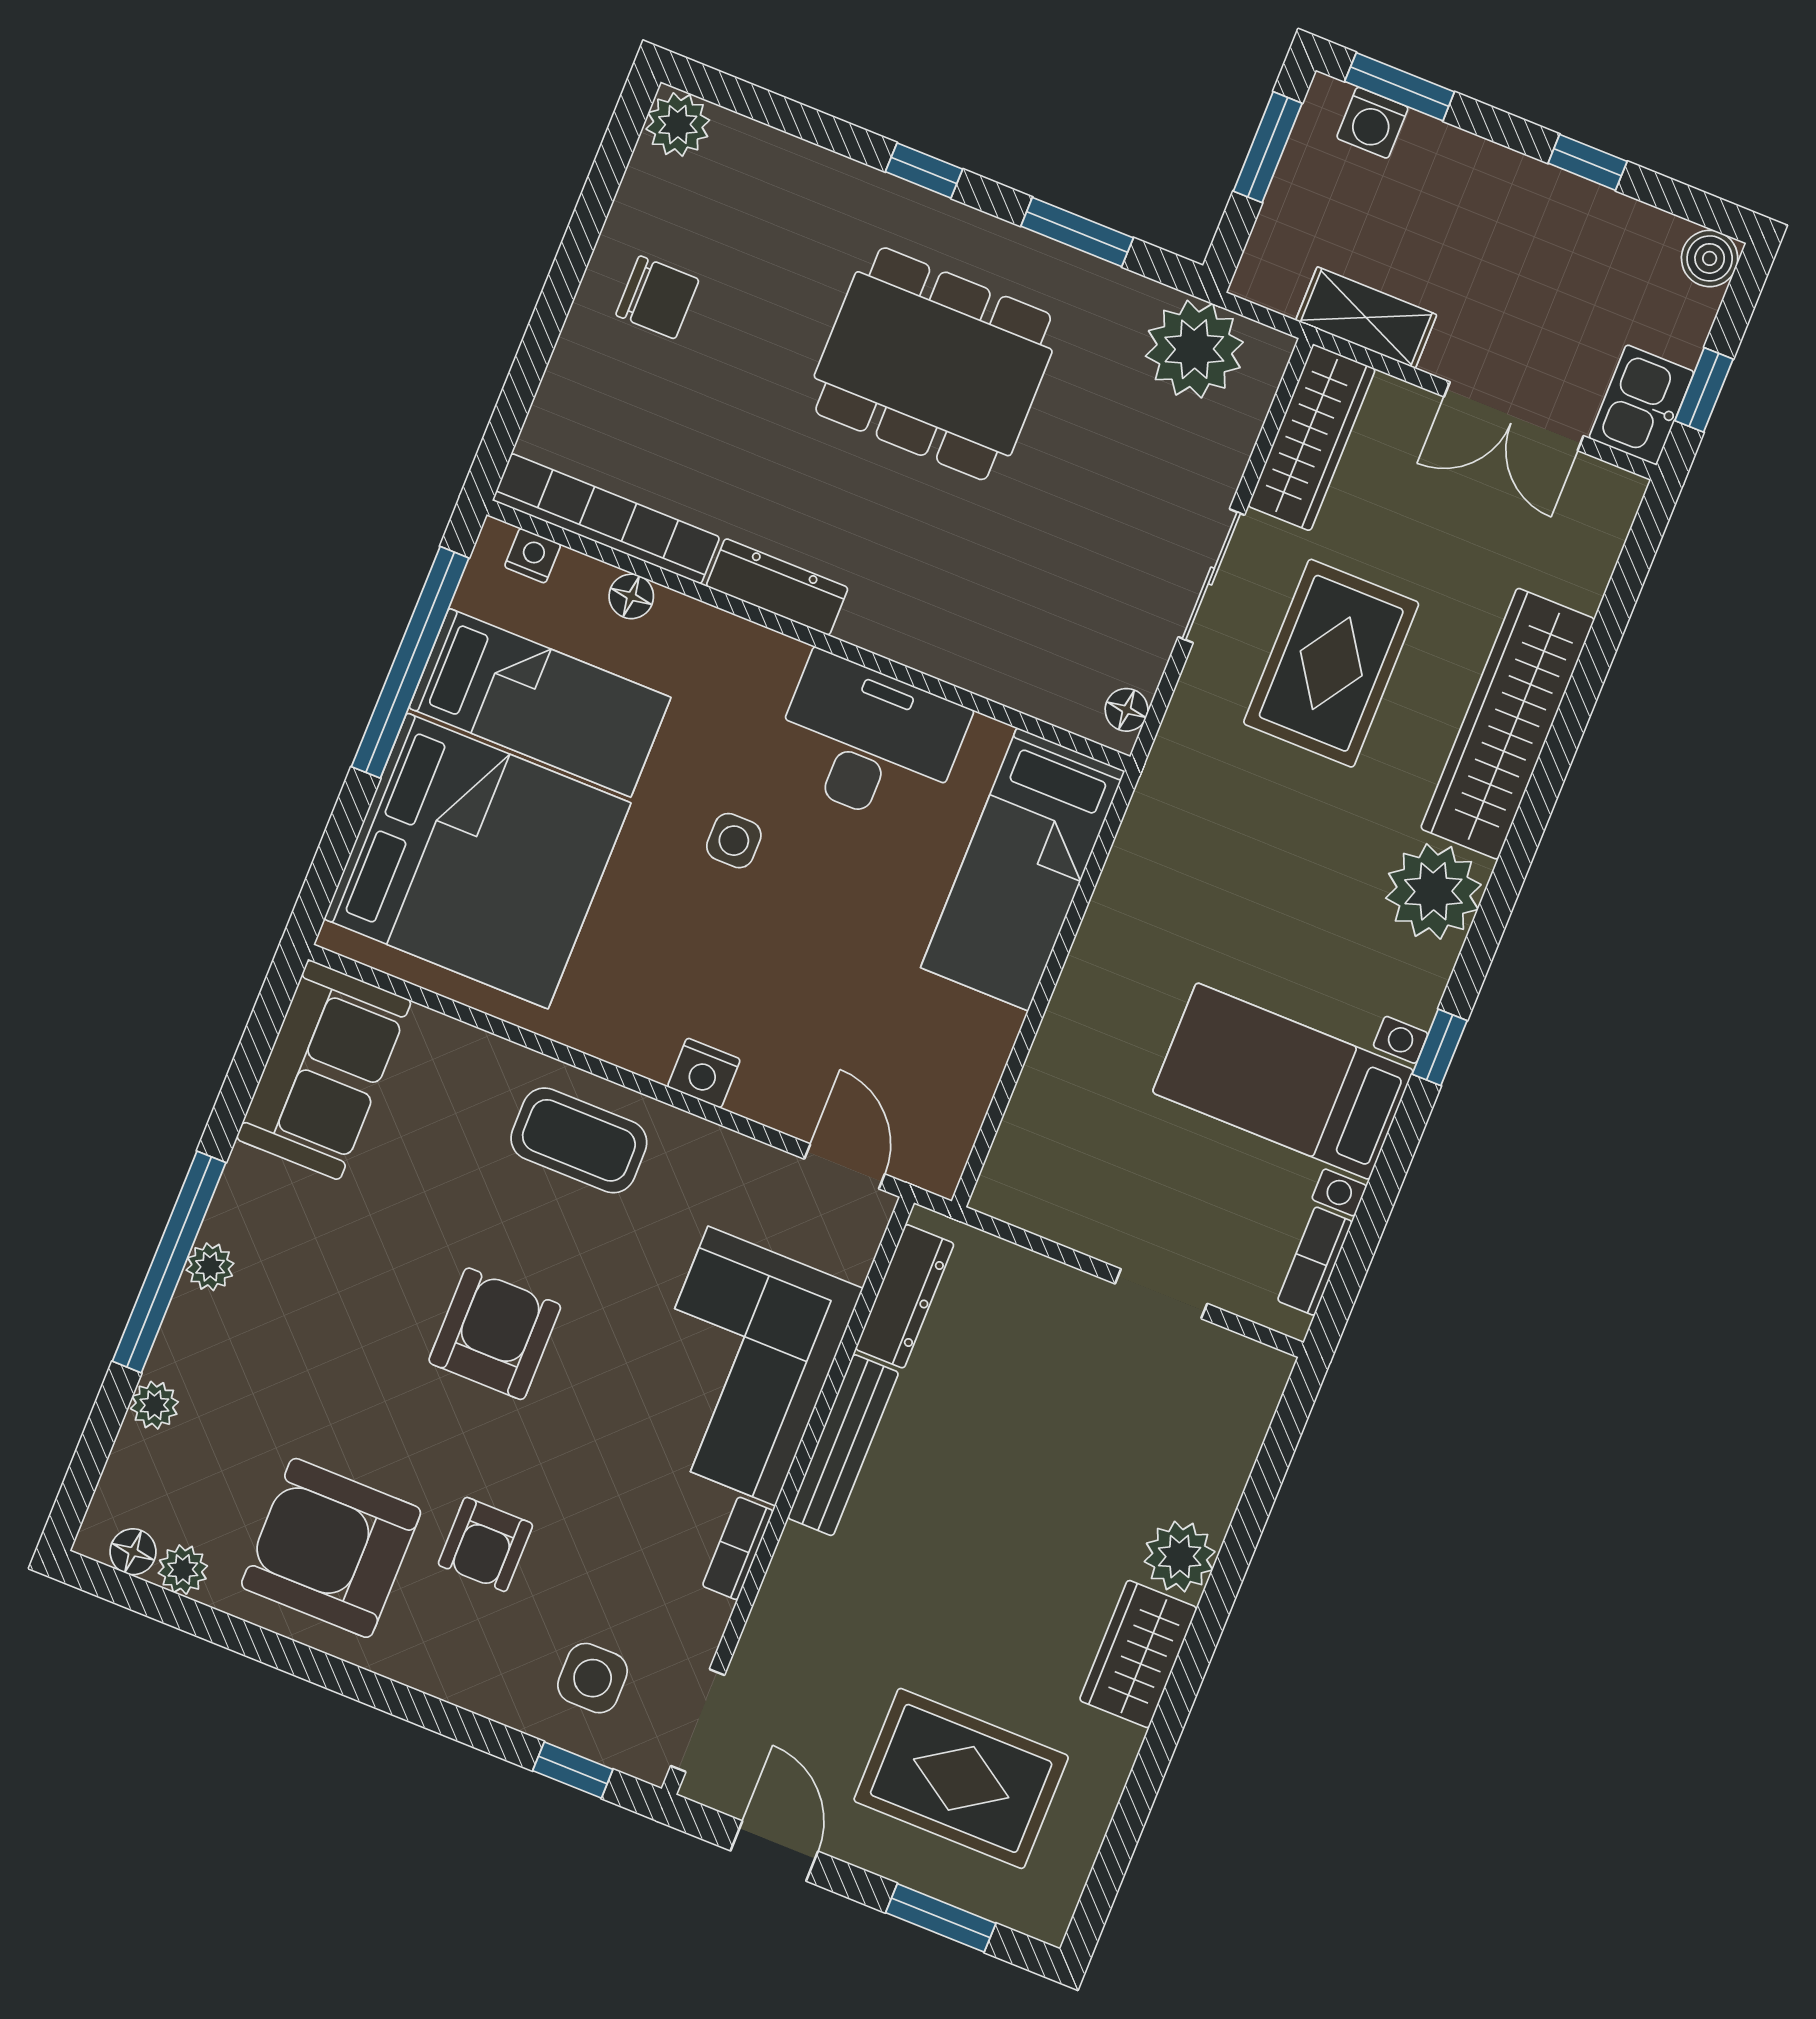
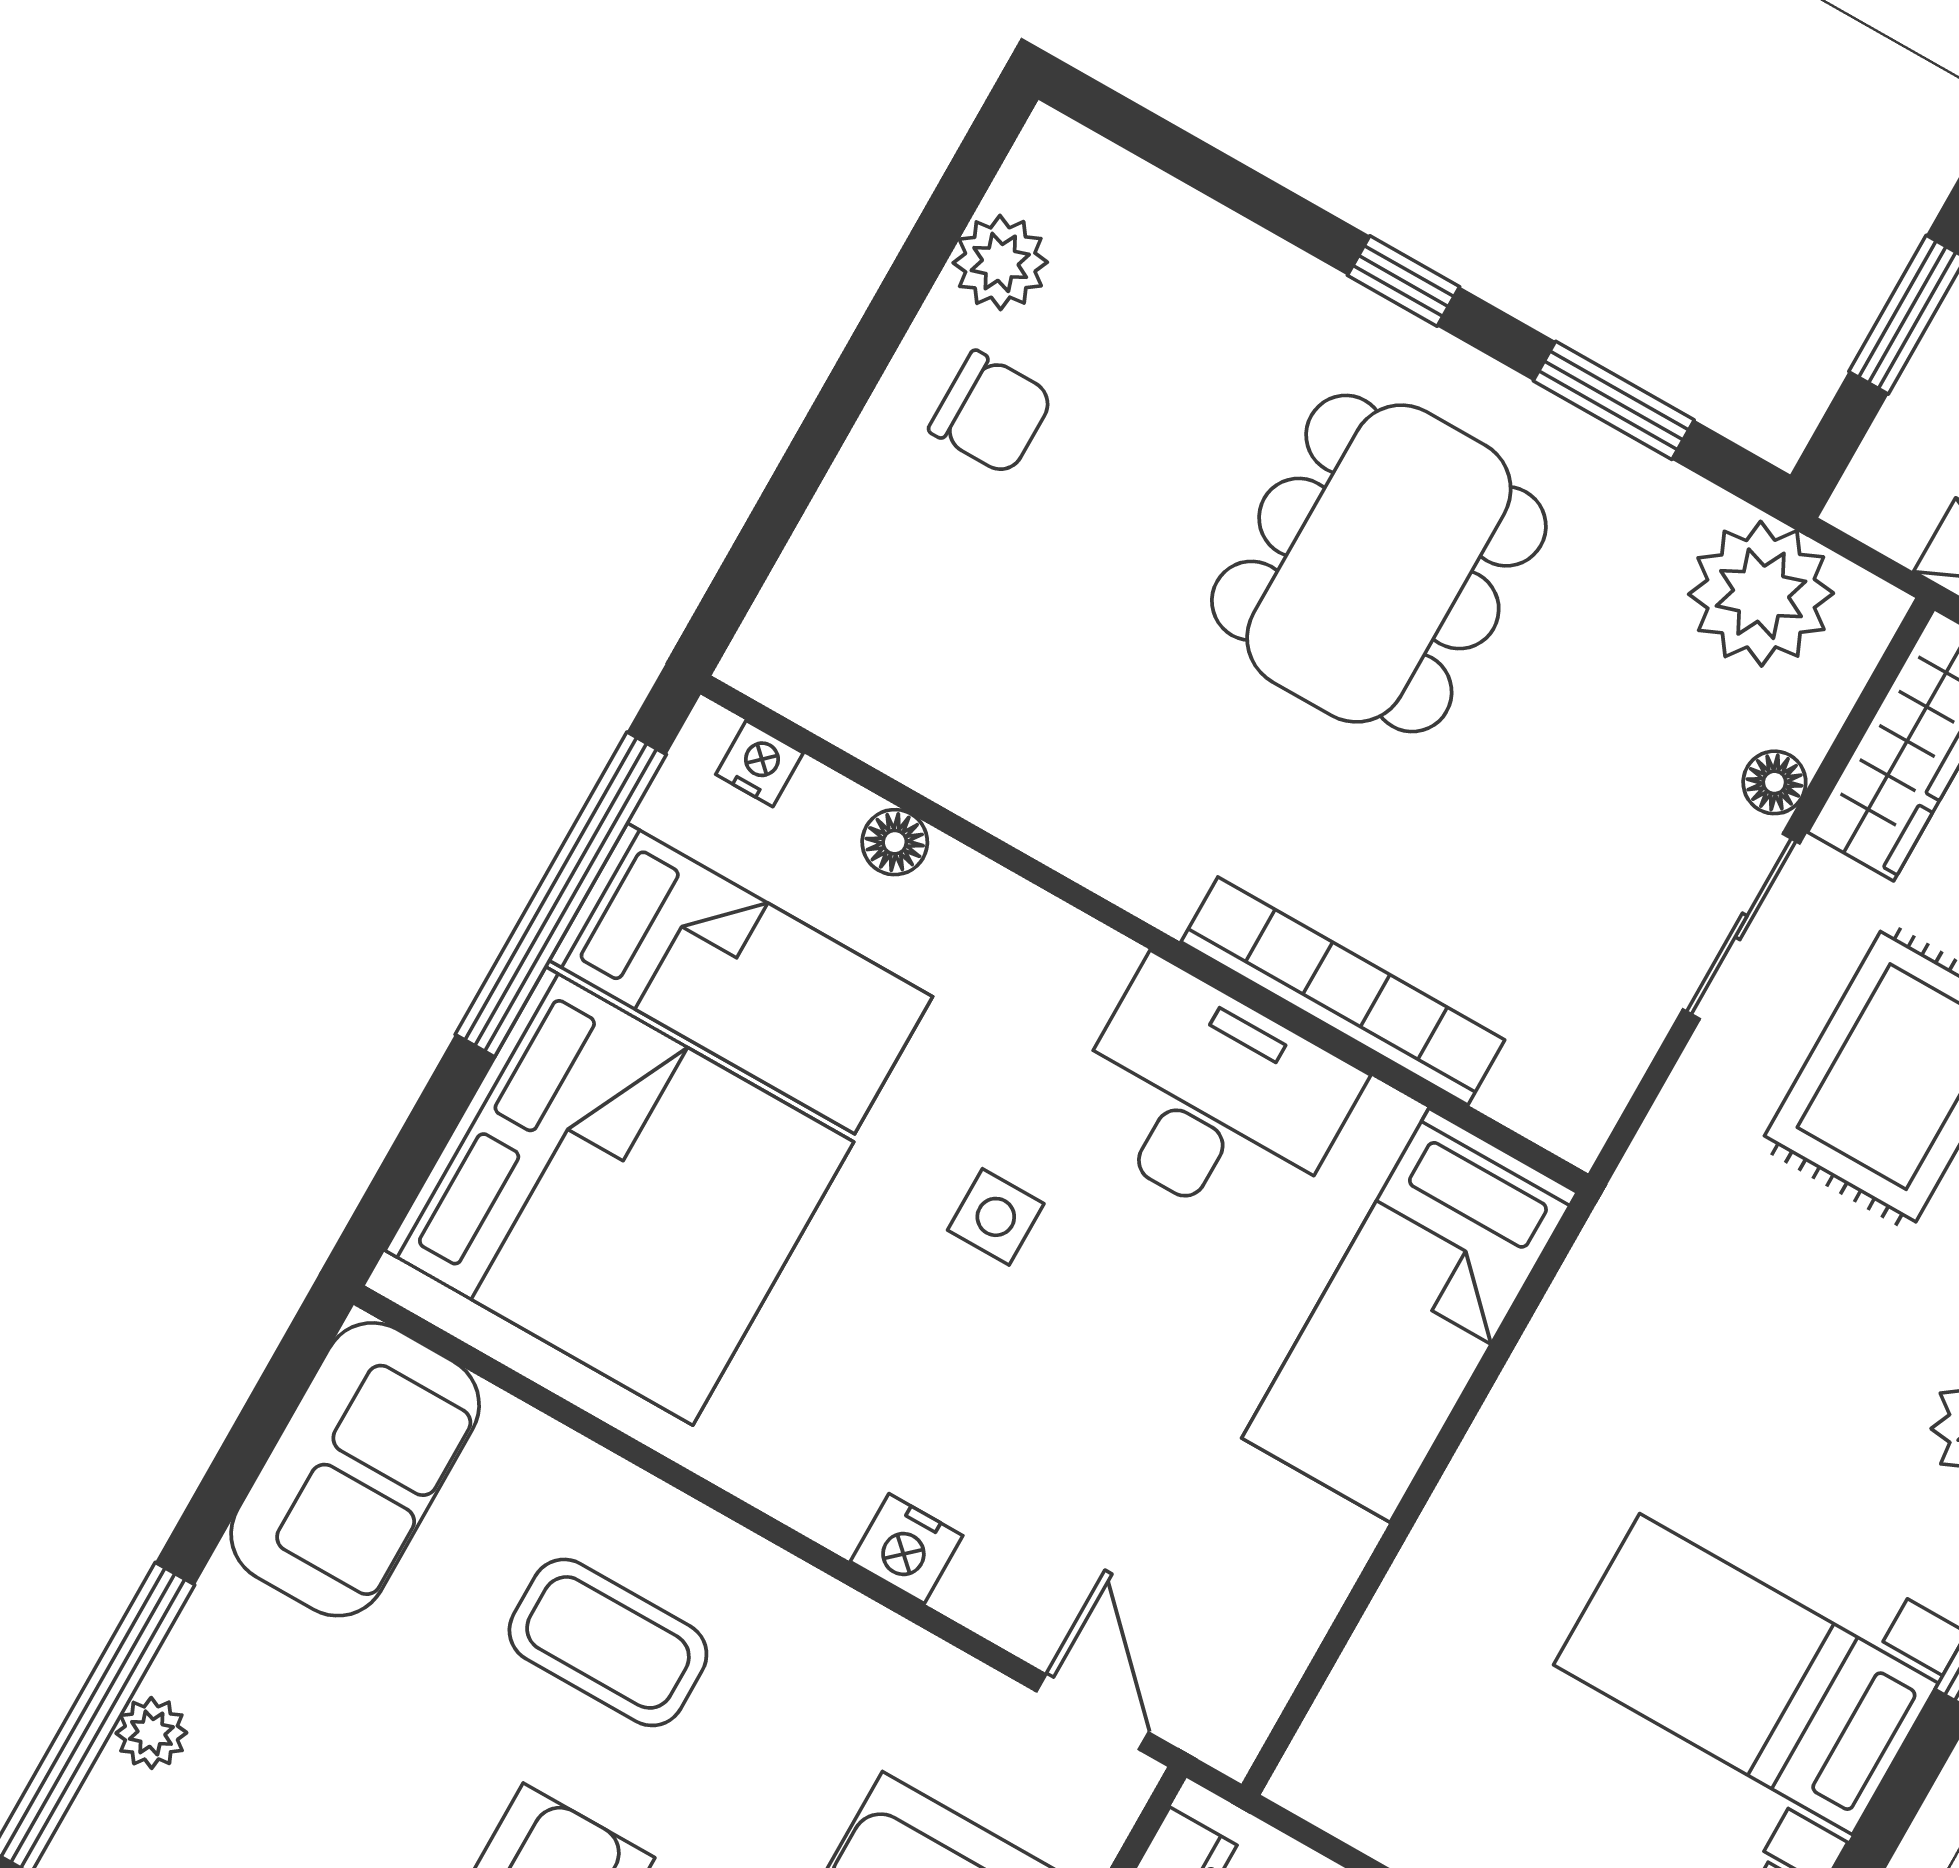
plant: (678, 125) -> (1000, 262), moved
dining table: (933, 364) -> (1379, 564), turned 90
bookcase: (606, 519) -> (1343, 991), moved
dresser: (777, 587) -> (1108, 857), removed
floor lamp: (1127, 710) -> (1774, 782), moved
coffee table: (579, 1140) -> (608, 1642), moved

